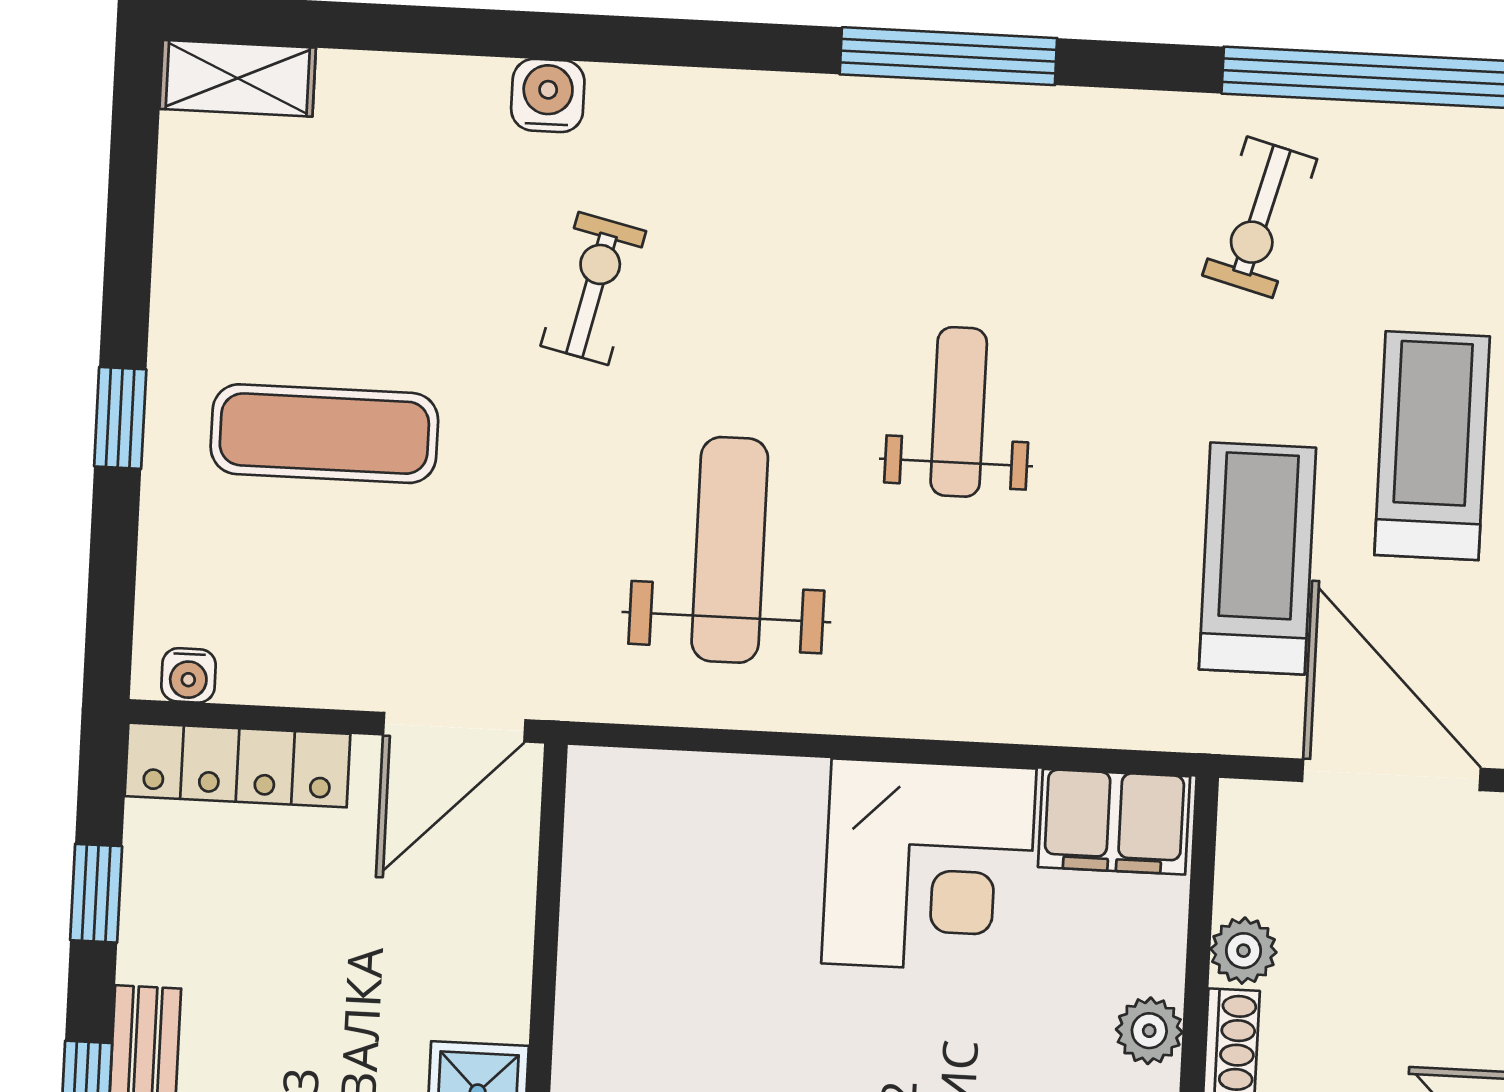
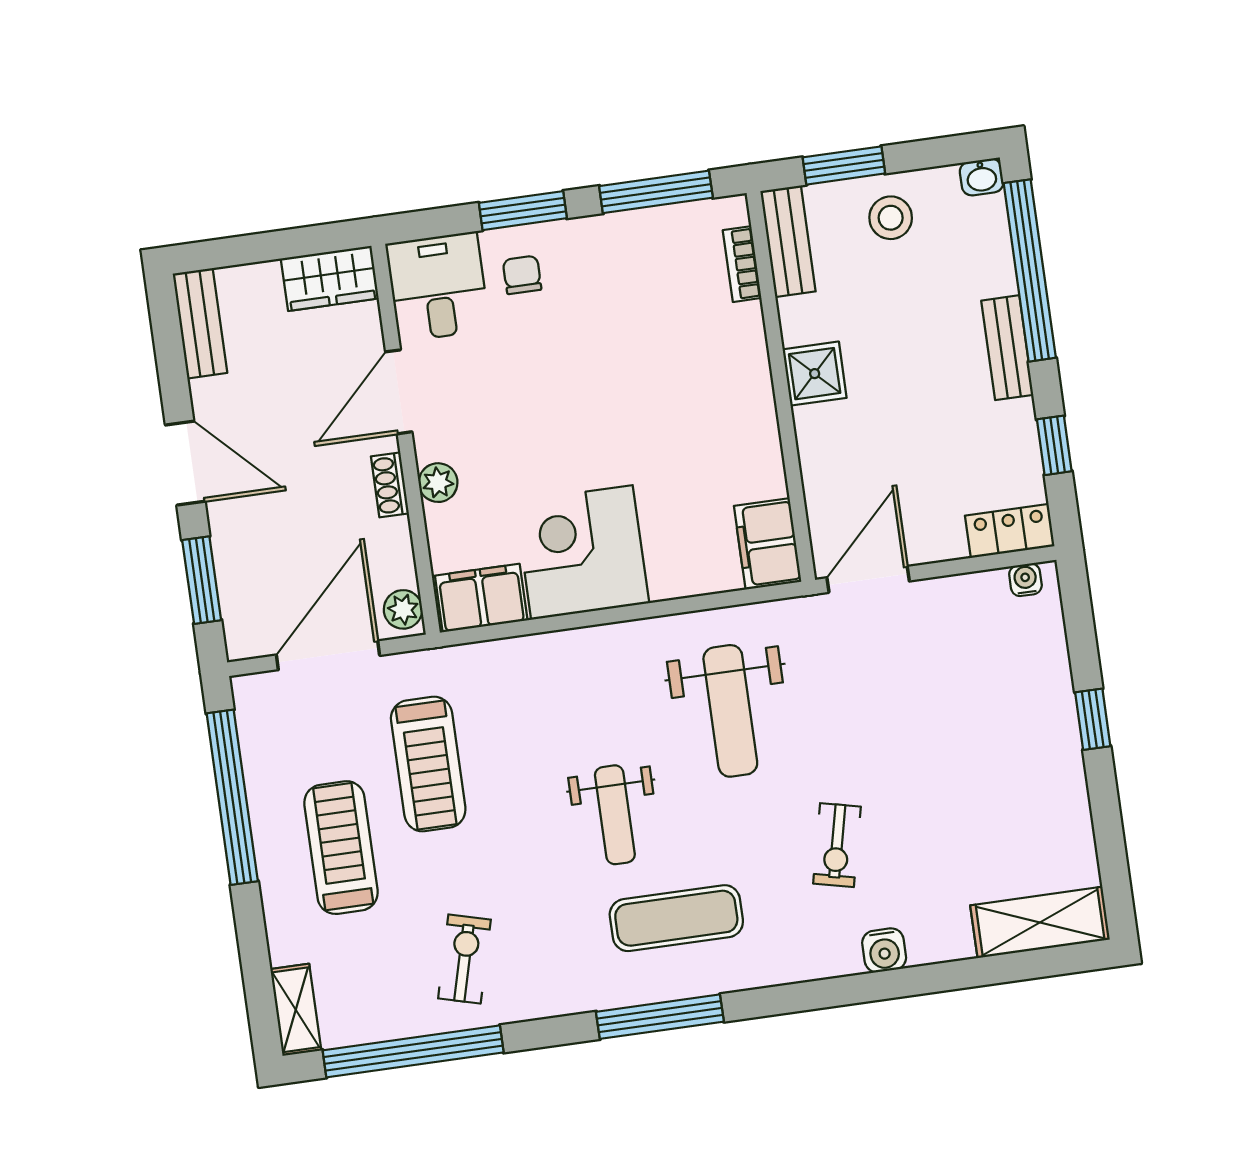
shelving: (238, 78) -> (1040, 922), width x1.50, depth x1.33
exercise mat: (324, 434) -> (676, 918), moved
treadmill: (1432, 446) -> (341, 848), turned 180
locker: (238, 765) -> (1010, 531), width x0.66
door: (1391, 775) -> (328, 655), swing flipped
filing cabinet: (613, 820) -> (768, 544), added
plant: (1243, 951) -> (403, 609), moved

